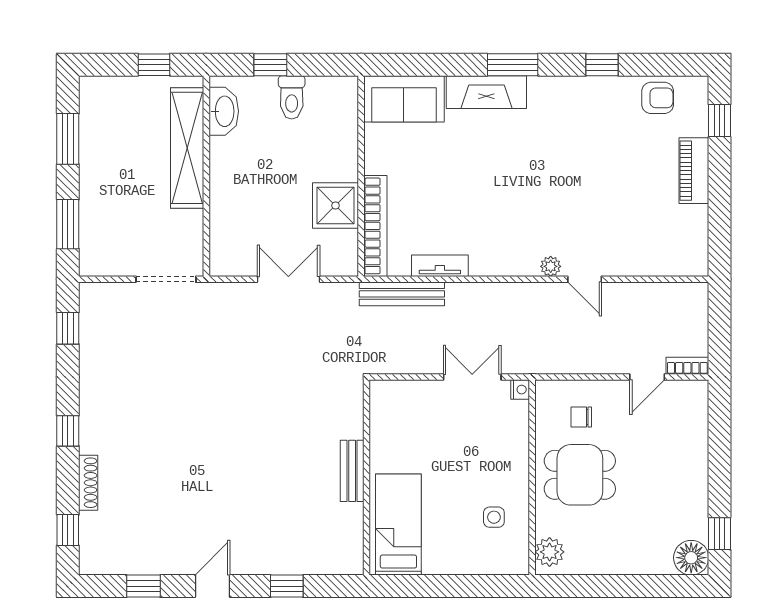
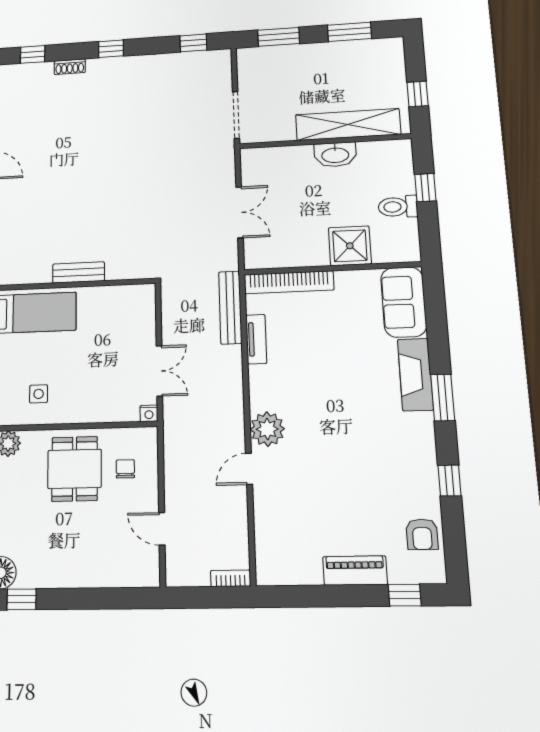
washbasin: (224, 111) -> (335, 155), moved
shower: (335, 205) -> (350, 246), moved
plant: (551, 266) -> (267, 429), width x1.88, depth x1.88
bookcase: (687, 366) -> (231, 578), moved, turned -90
shoe rack: (88, 483) -> (70, 67), width x0.70

